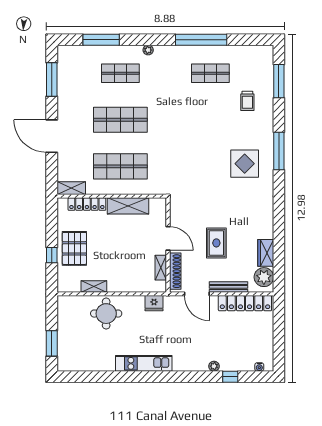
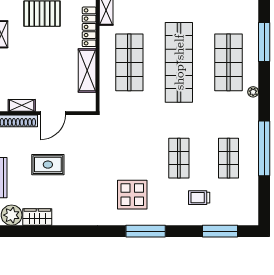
shop shelf: (120, 73) -> (228, 62), width x1.43, depth x1.36
shop shelf: (120, 120) -> (179, 62), width x1.40
shop shelf: (210, 120) -> (179, 158), added

